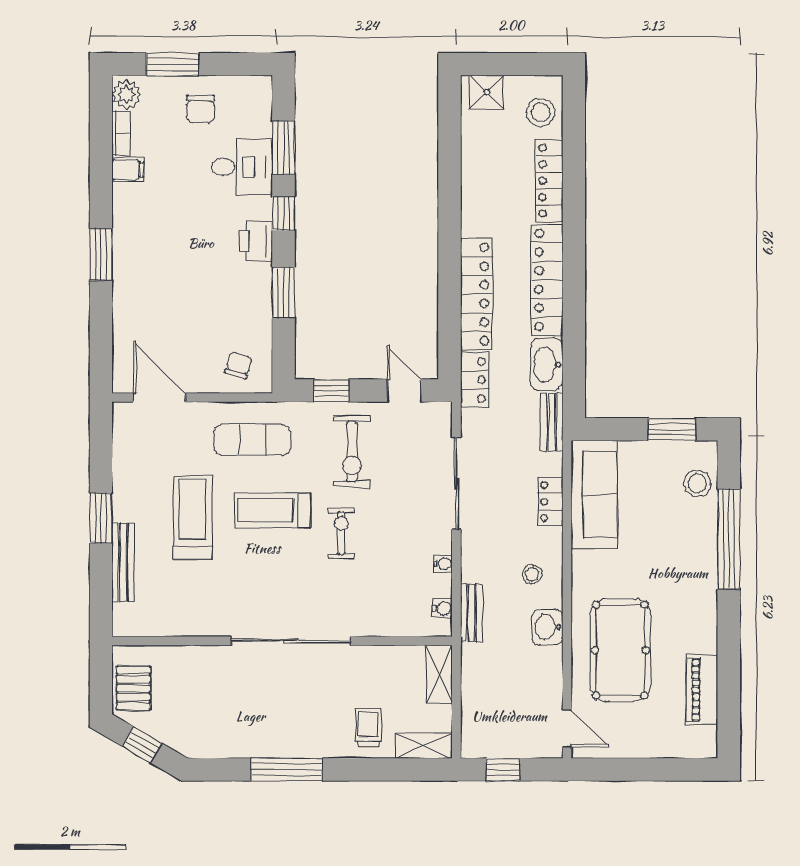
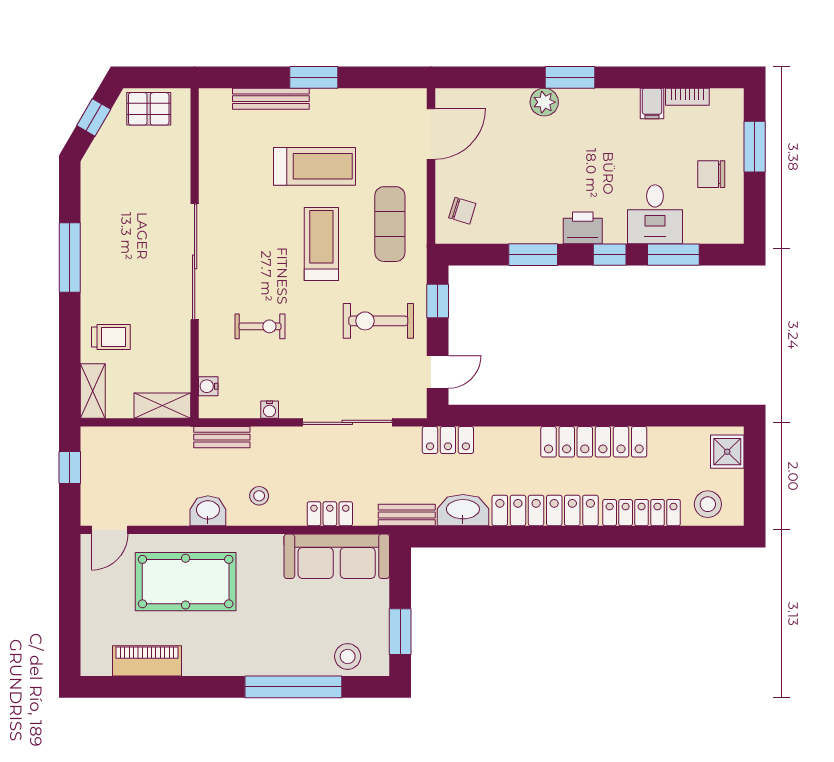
plant: (126, 94) -> (544, 102), moved
locker: (476, 294) -> (594, 442), moved
exercise bike: (341, 533) -> (260, 326), moved
water cooler: (442, 608) -> (208, 386), moved, turned 90

